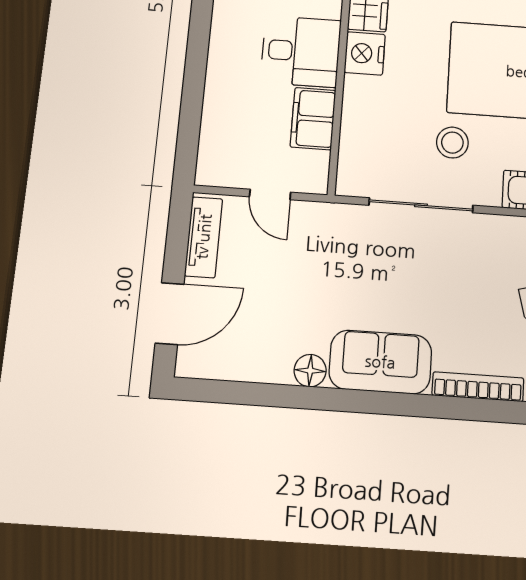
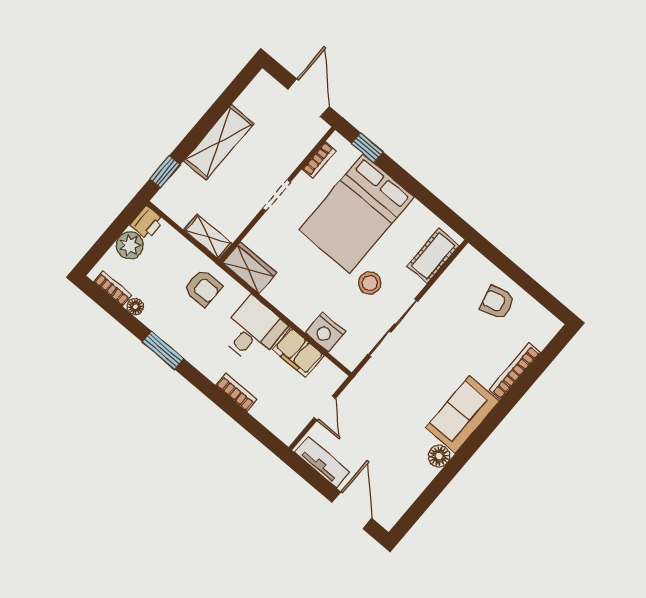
nightstand: (365, 53) -> (325, 332), moved
bookcase: (216, 82) -> (236, 392), added
door: (270, 194) -> (325, 408), hinge flipped

